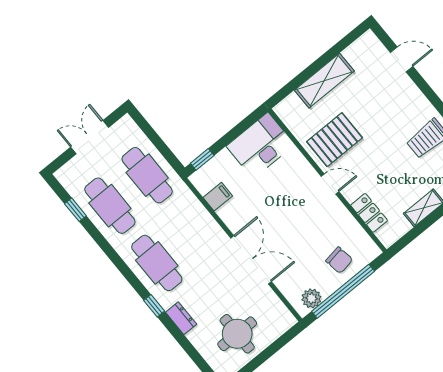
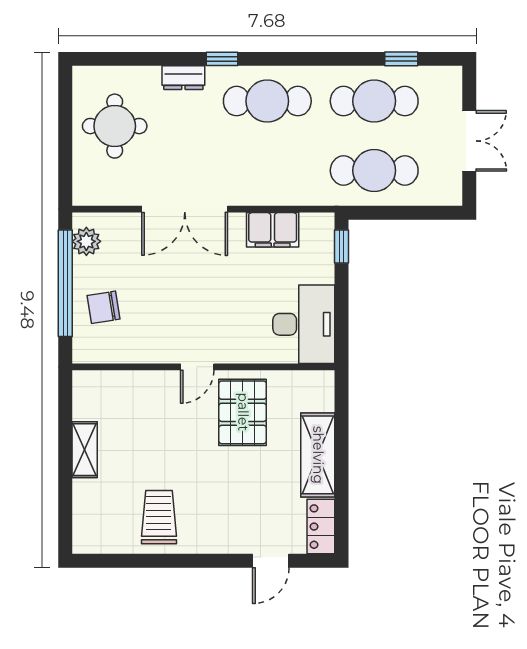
filing cabinet: (218, 197) -> (273, 230), width x2.00
locker: (369, 213) -> (321, 527), moved, turned 90

